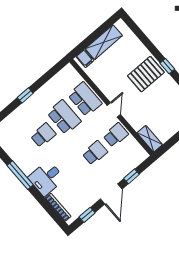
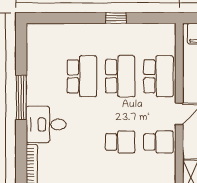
window: (25, 95) -> (116, 18), moved
school desk: (43, 135) -> (82, 76), width x1.85

